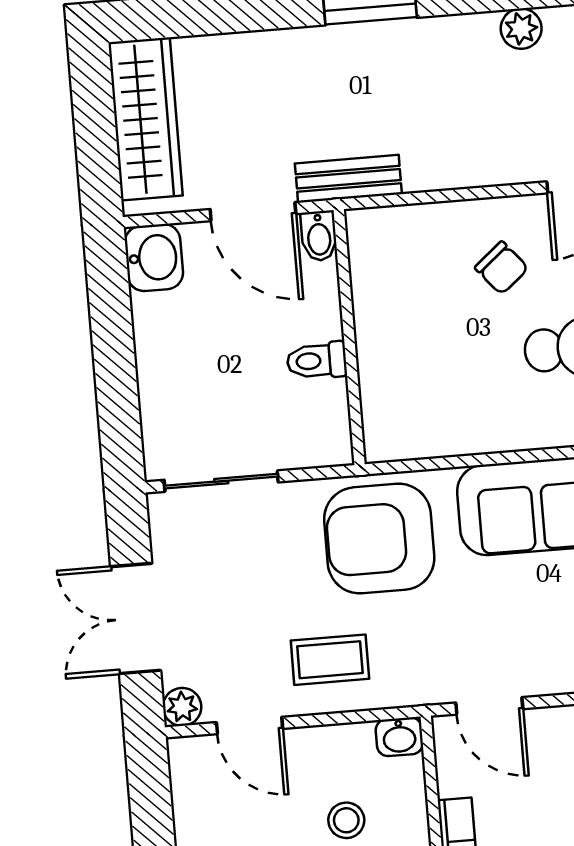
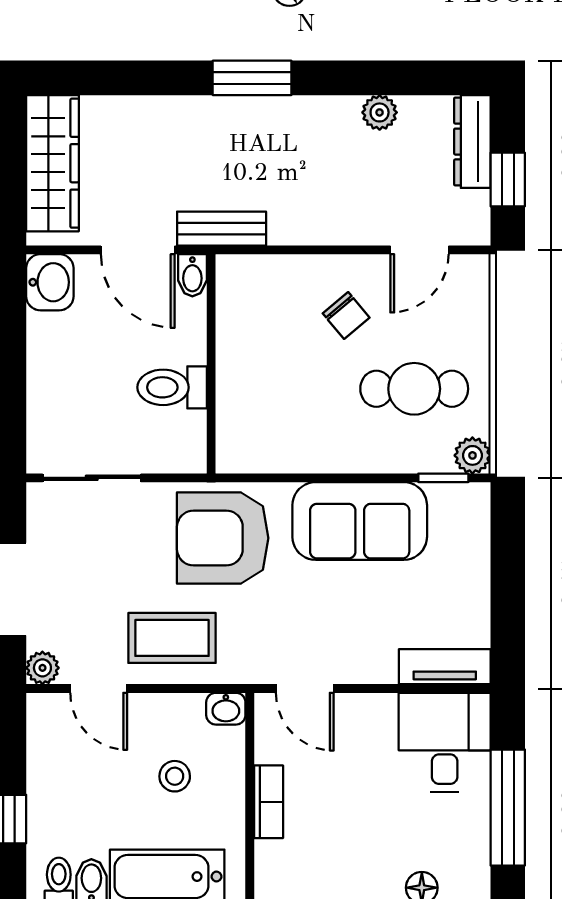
toilet: (317, 361) -> (172, 387), width x1.37, depth x1.39
coffee table: (330, 660) -> (172, 638), width x1.36, depth x1.30

